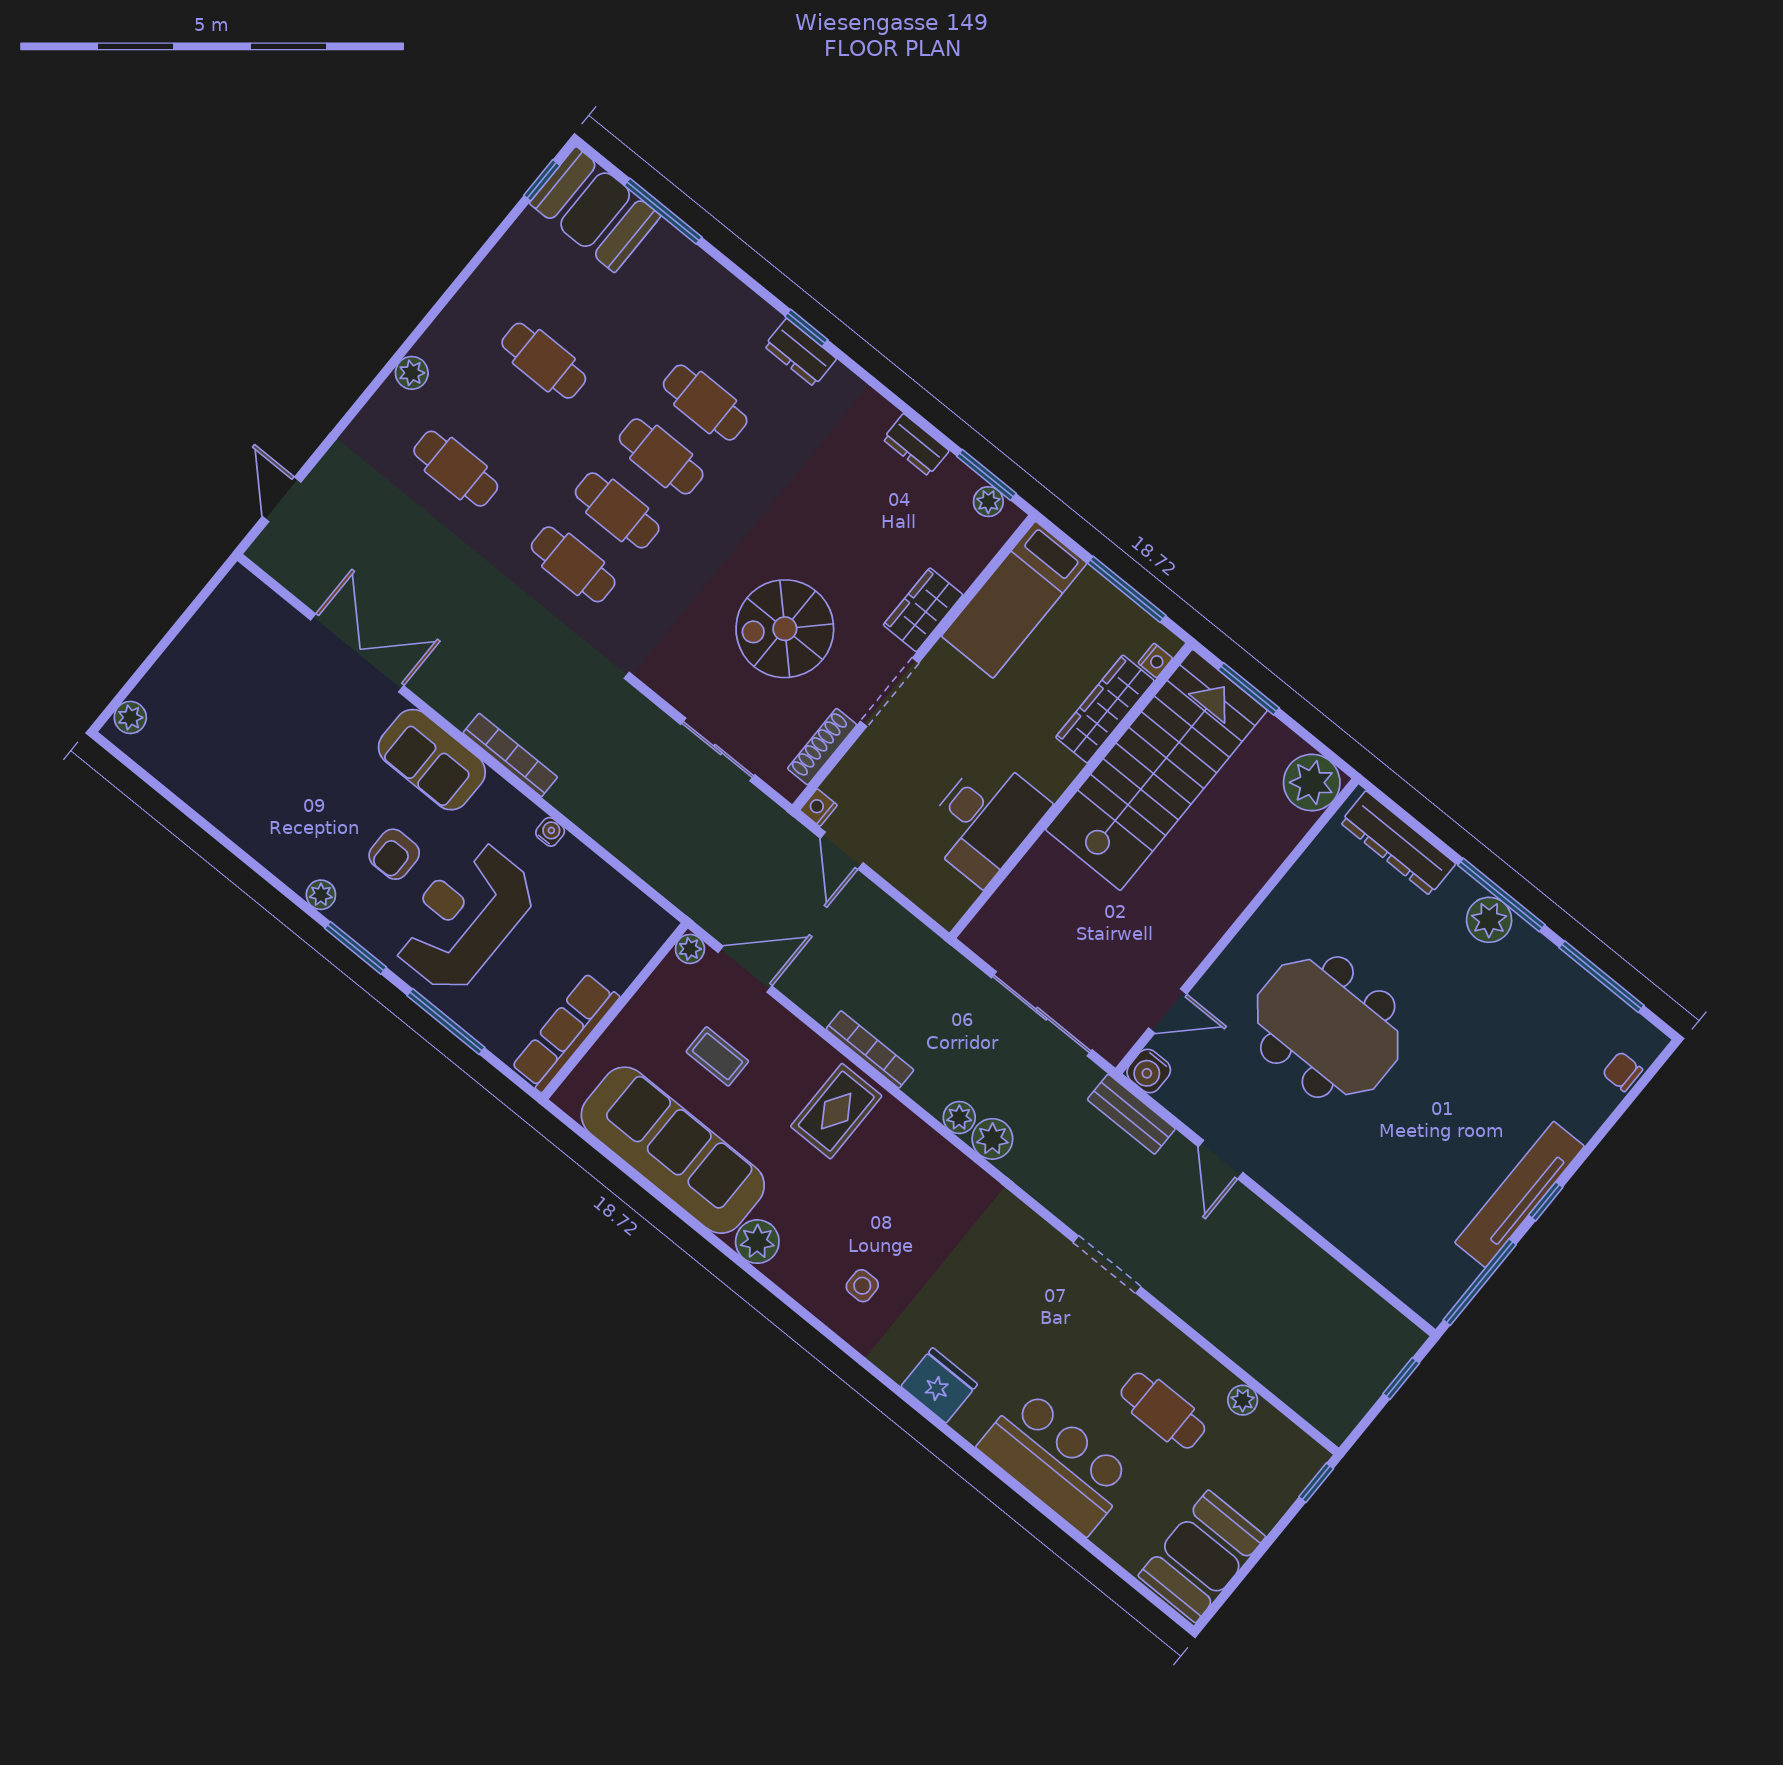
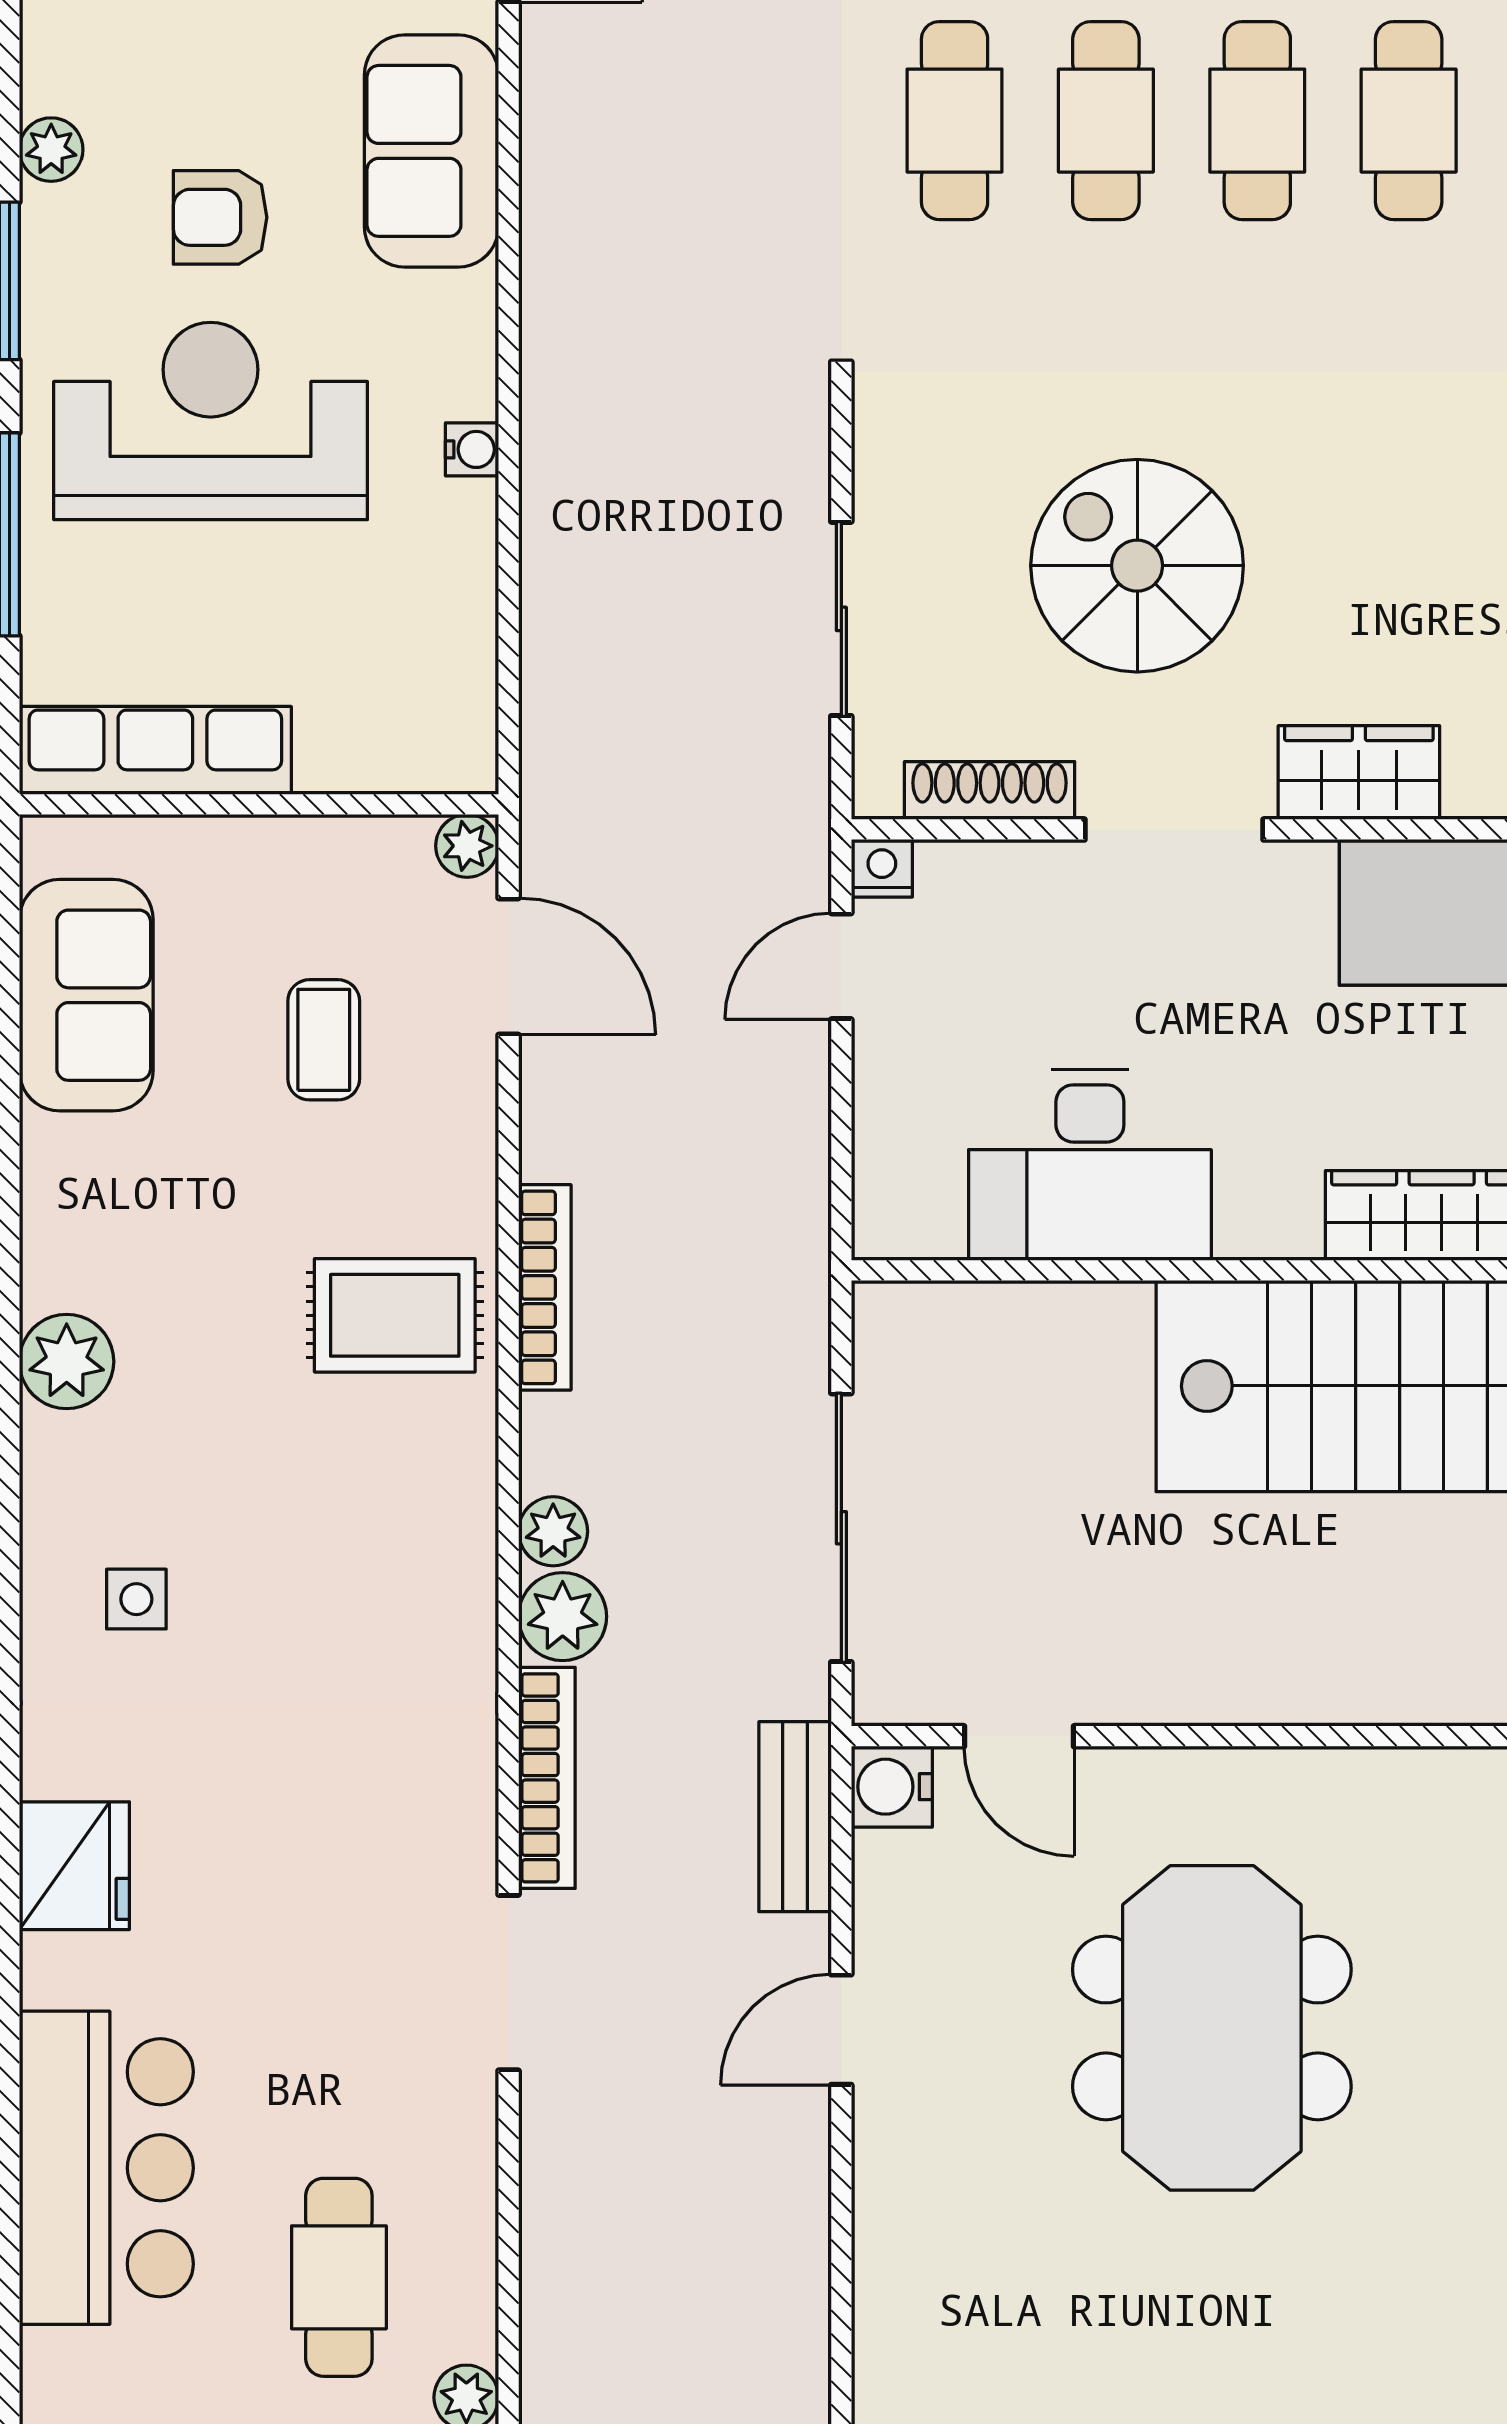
bookcase: (510, 755) -> (547, 1778), moved
sofa: (673, 1150) -> (86, 995), width x0.54, depth x0.79

